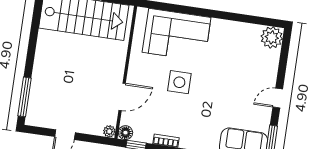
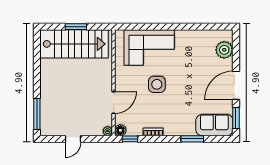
plant: (272, 37) -> (224, 50), moved
door: (278, 98) -> (236, 85), width x1.87

